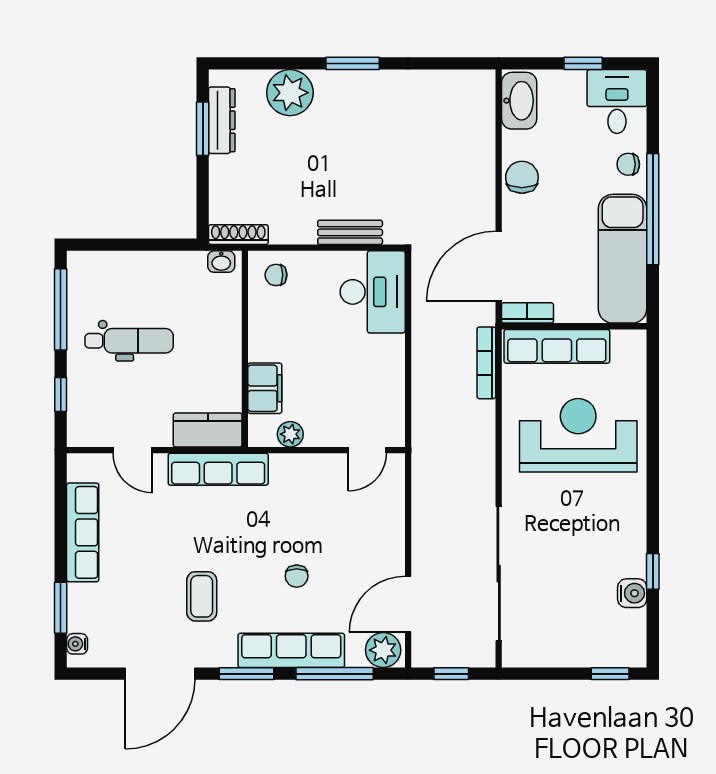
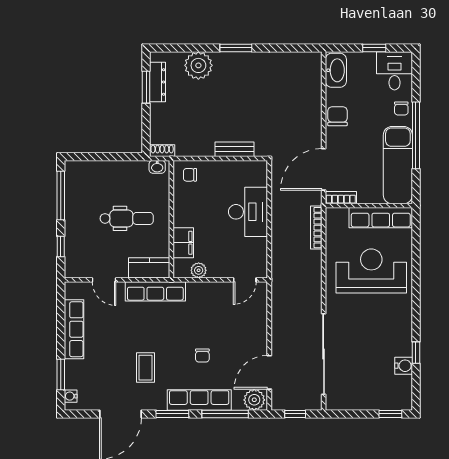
chair: (628, 164) -> (401, 108), turned -90
shoe rack: (238, 235) -> (162, 151), width x0.70
desk: (373, 292) -> (248, 212), moved
dental chair: (129, 341) -> (127, 218), moved
row of seats: (557, 346) -> (381, 218), moved

